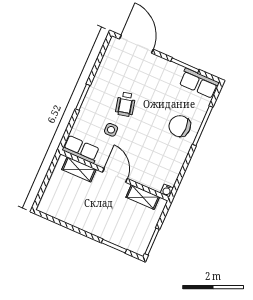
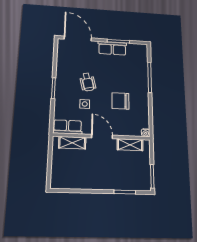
row of seats: (199, 83) -> (112, 48), moved
chair: (180, 126) -> (120, 101), moved

